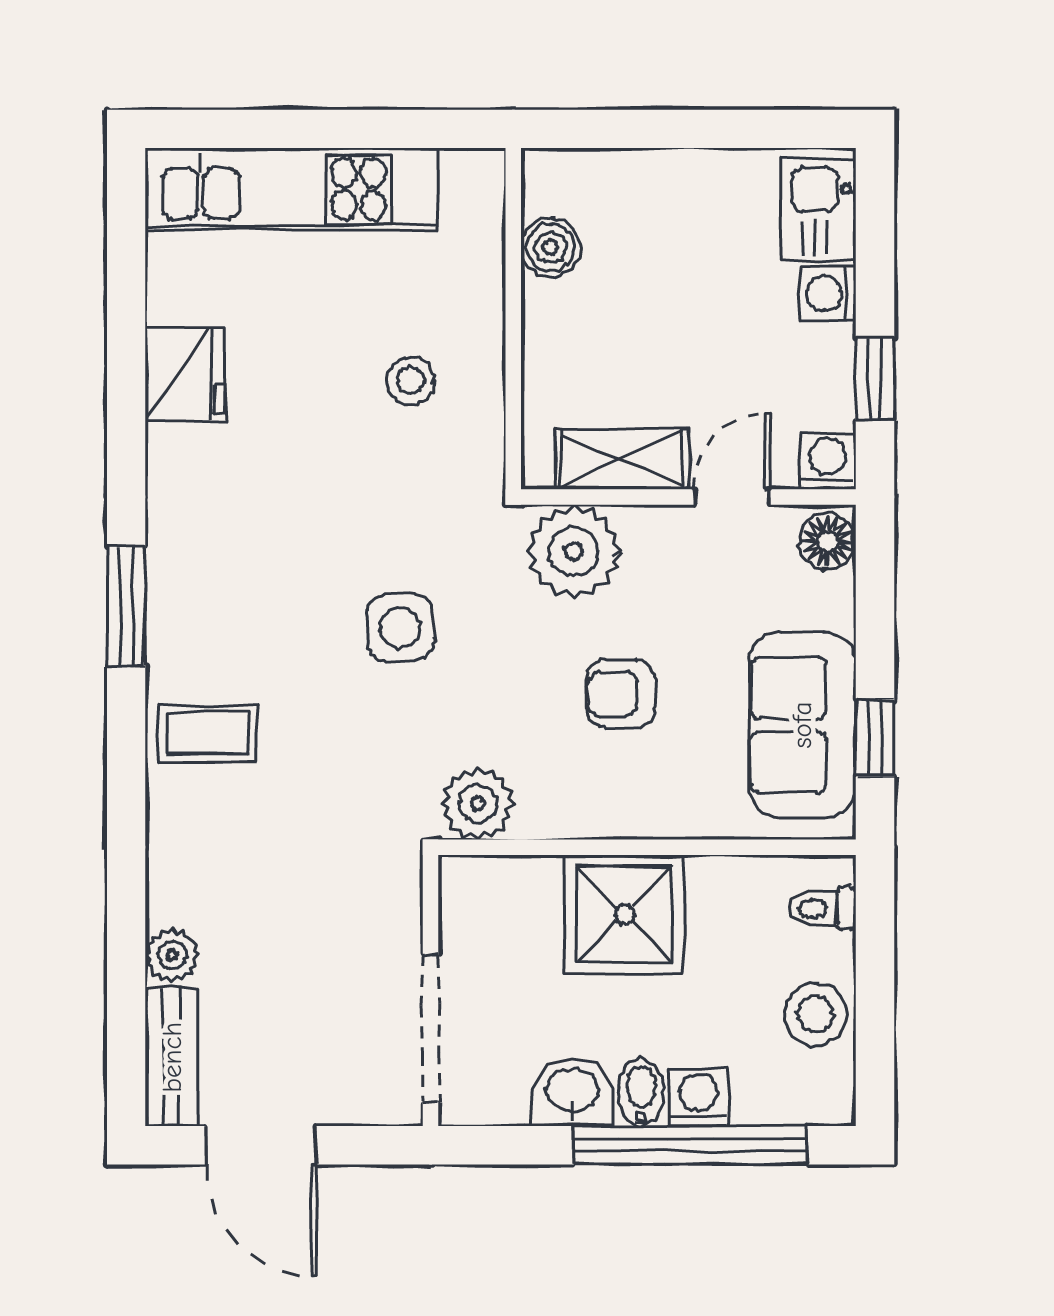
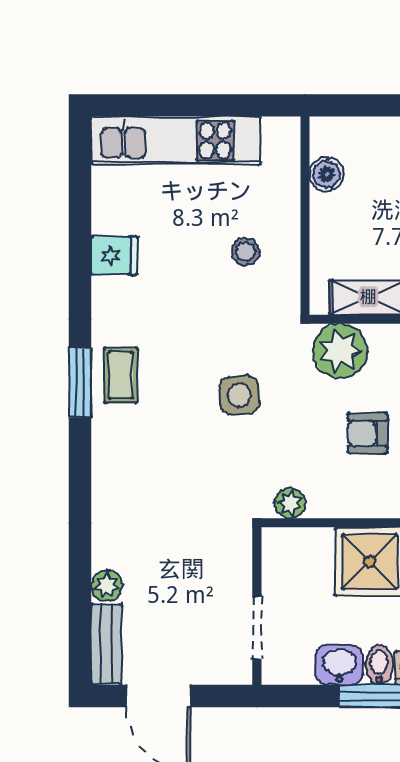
fridge: (185, 374) -> (114, 256), width x0.72
coffee table: (207, 733) -> (121, 375), moved, turned 90
plant: (478, 804) -> (290, 503), width x0.73, depth x0.73
doorway: (431, 1028) -> (257, 628), width x0.73

